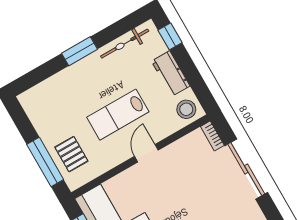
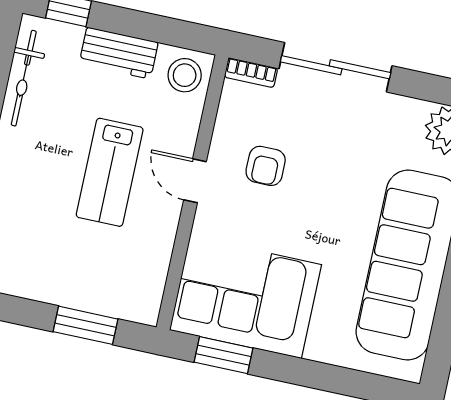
pallet: (71, 154) -> (106, 281), removed
window: (45, 162) -> (86, 325), width x0.69
armchair: (179, 177) -> (266, 166), added

